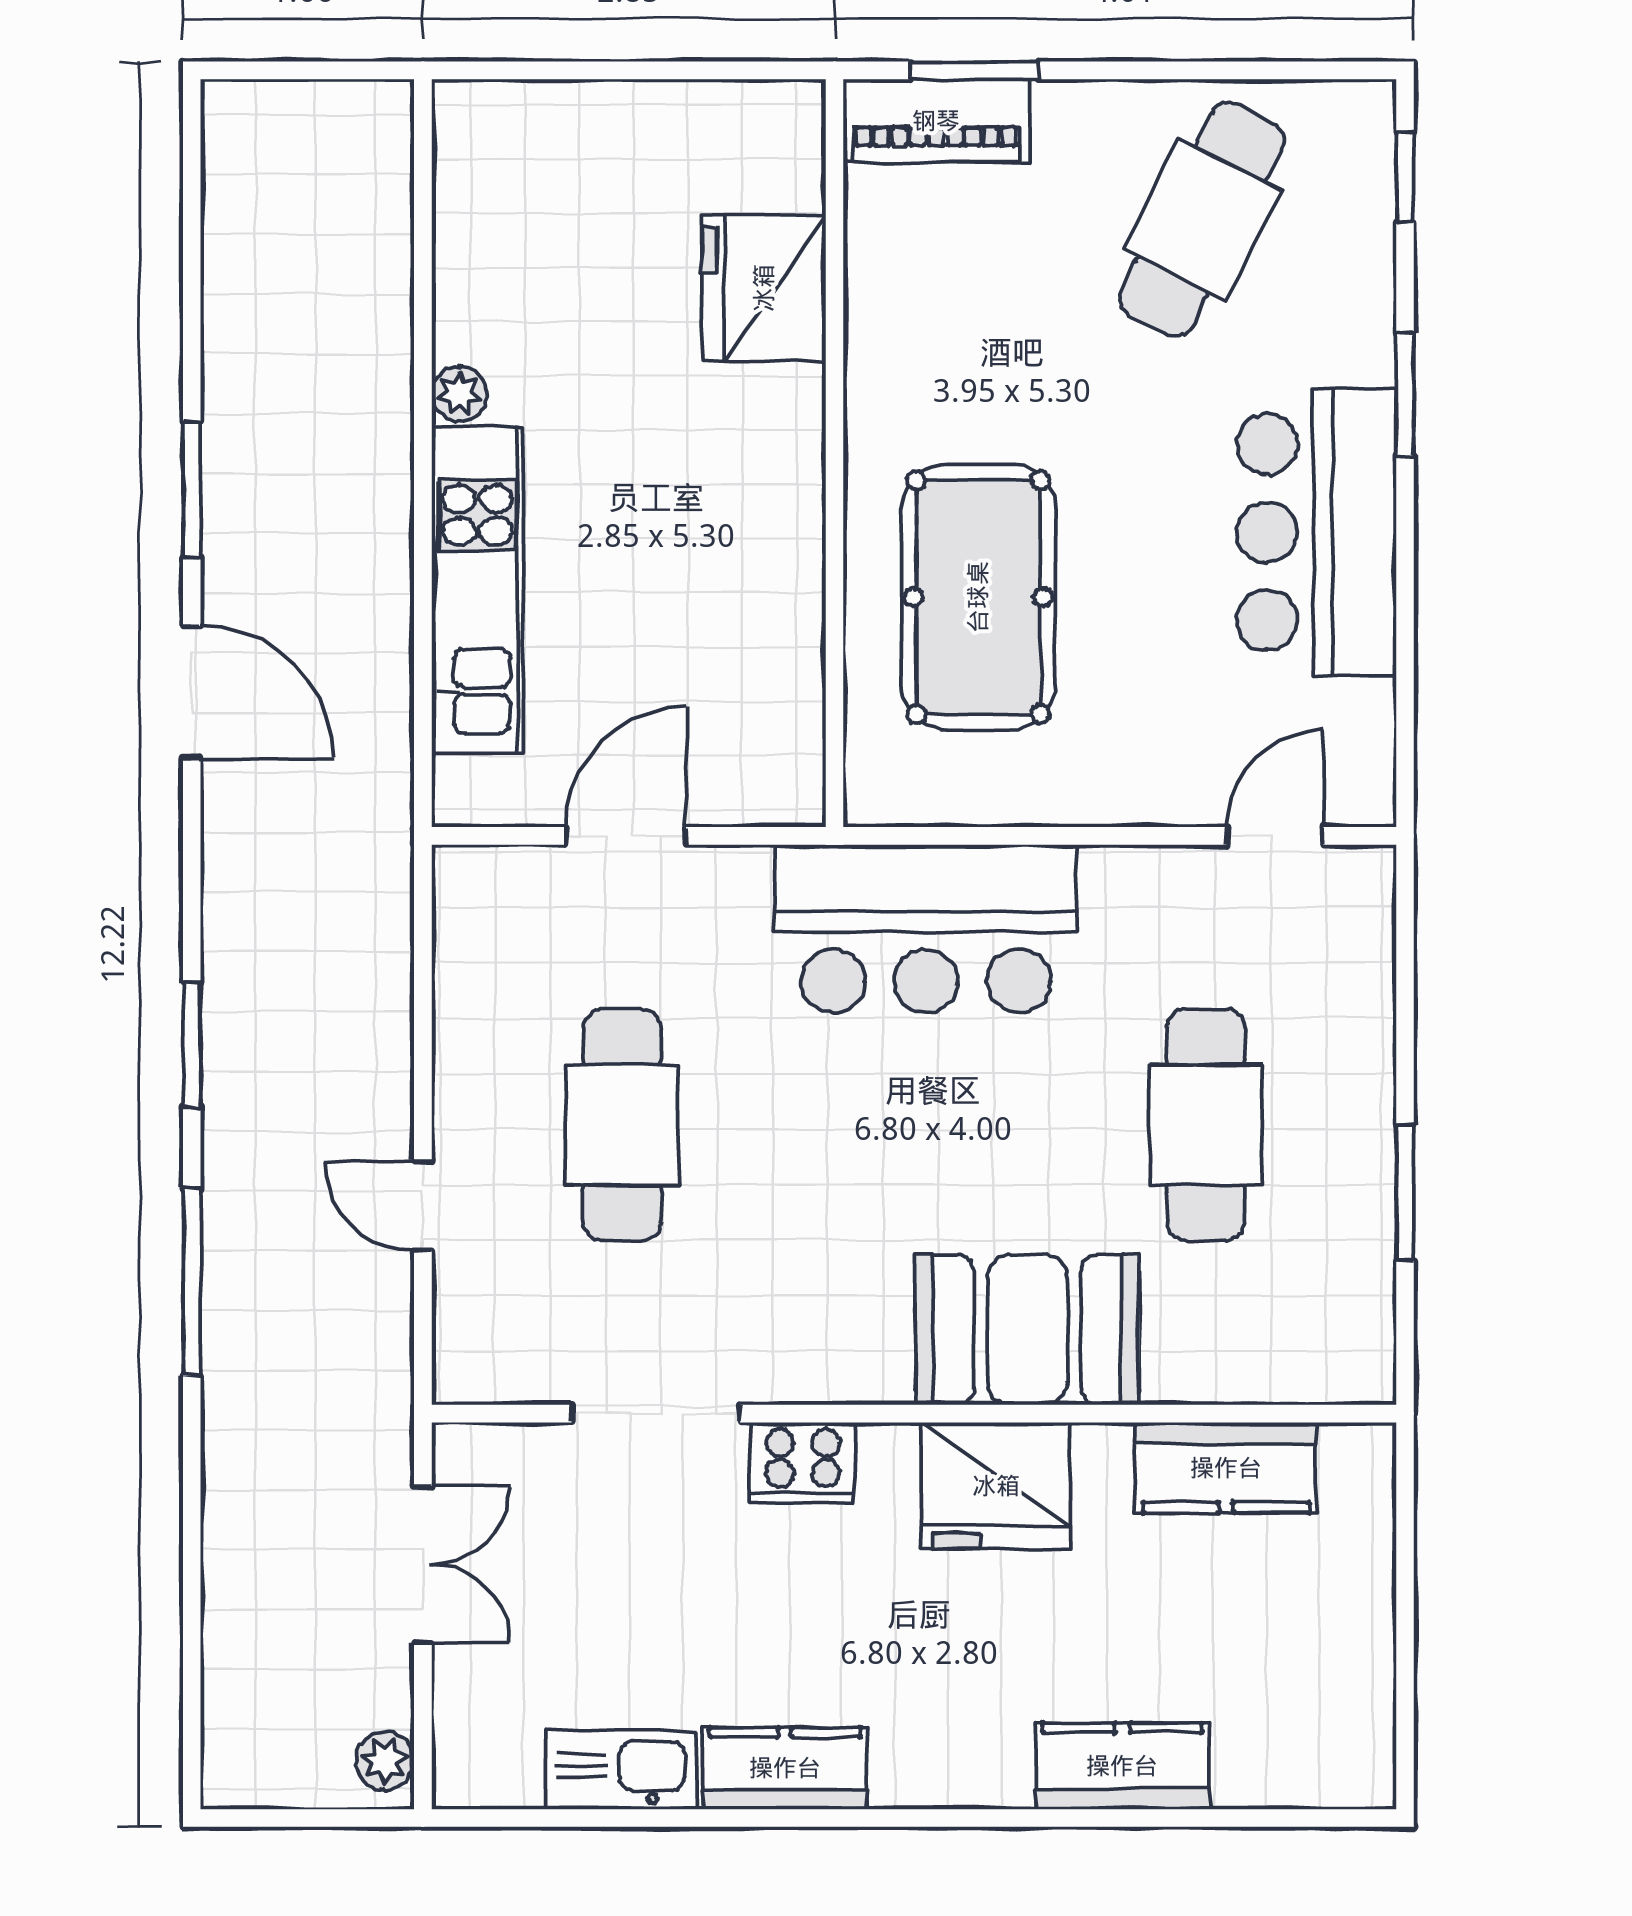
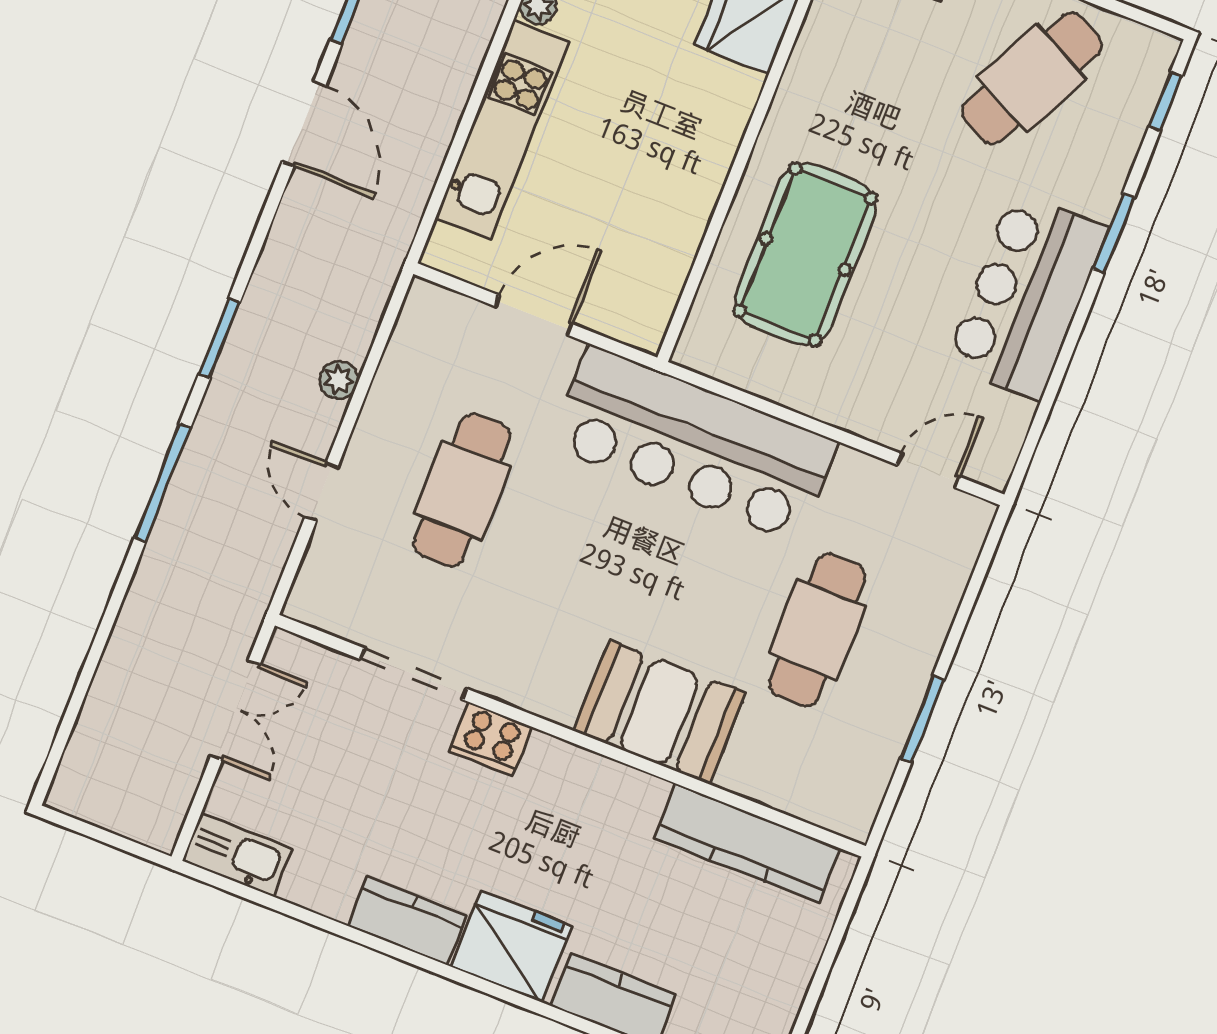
bar counter: (926, 929) -> (694, 444), width x1.36
kitchen counter: (1226, 1468) -> (747, 843), width x1.50
fridge: (996, 1486) -> (511, 946), moved, turned 180
plant: (385, 1761) -> (339, 380), moved
kitchen sink: (622, 1770) -> (237, 855), moved

